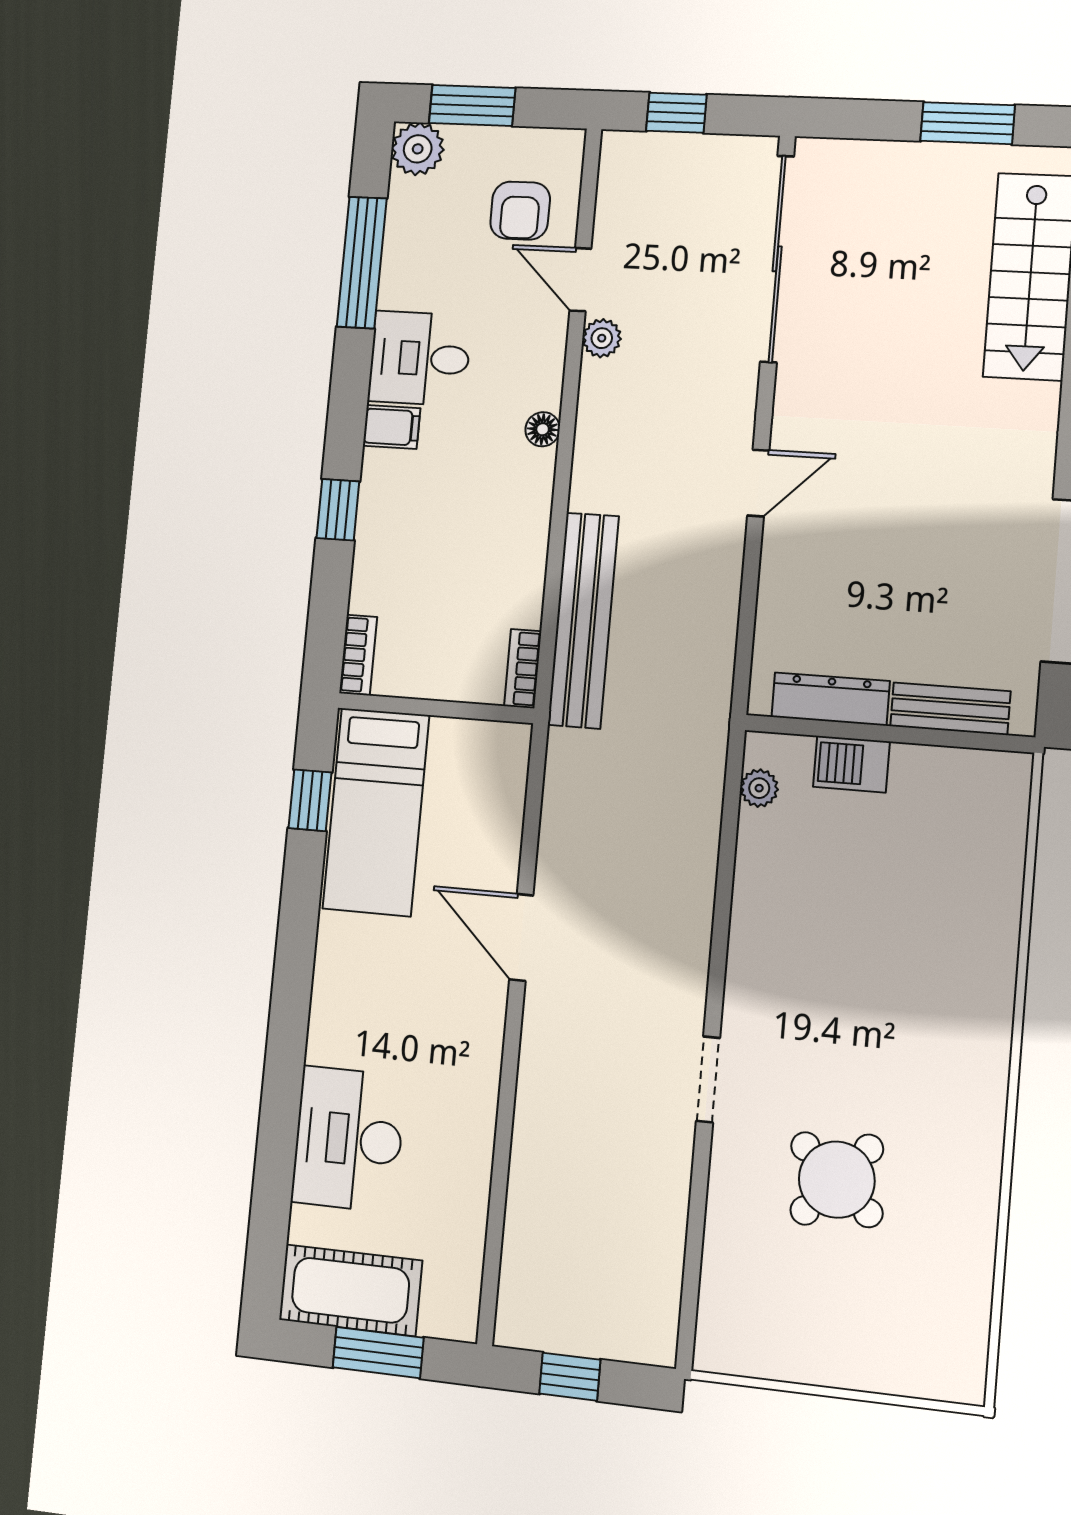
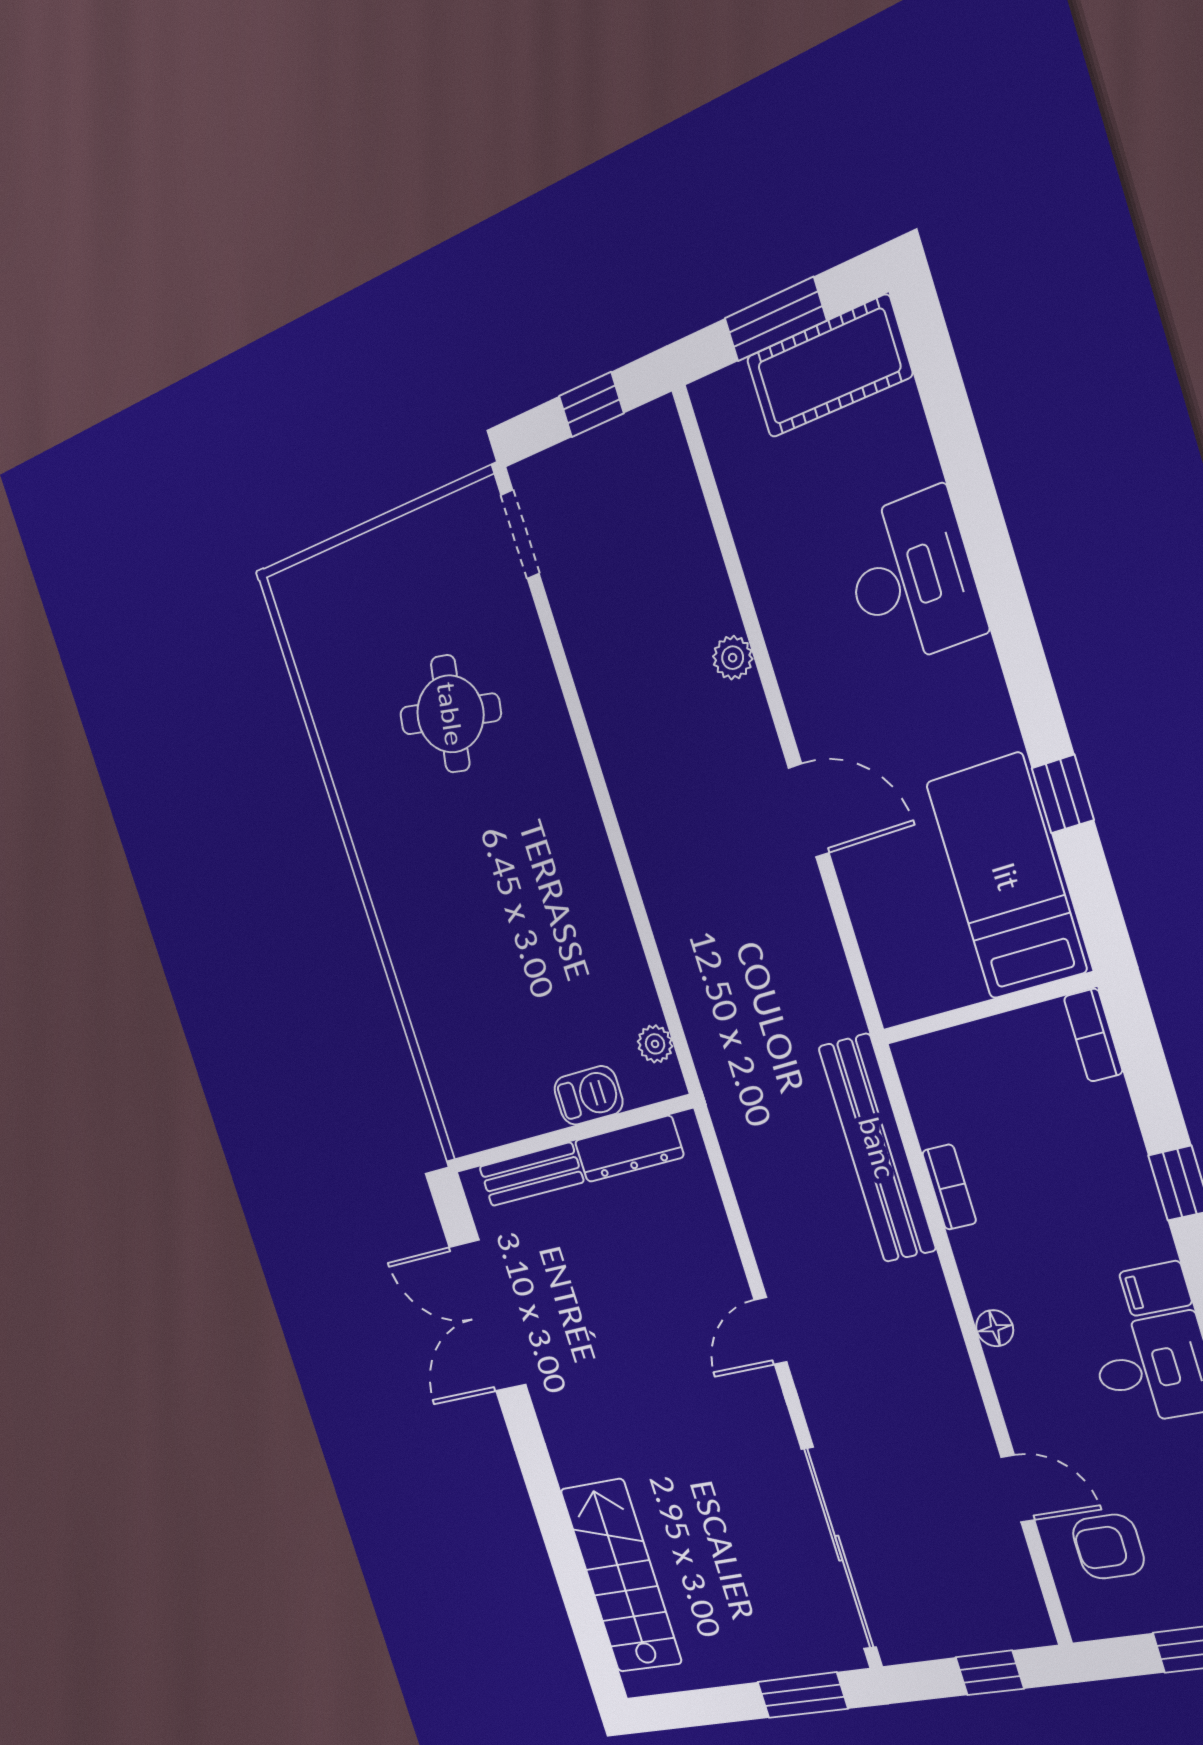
window: (968, 123) -> (802, 1695), moved
armchair: (520, 211) -> (1108, 1547), turned -90
plant: (602, 338) -> (733, 658), moved
bookcase: (523, 669) -> (949, 1187), moved
window: (310, 800) -> (1063, 794), moved
doorway: (708, 1079) -> (520, 534), moved
desk: (349, 1139) -> (912, 578), moved
round table: (837, 1180) -> (450, 714), turned -30

